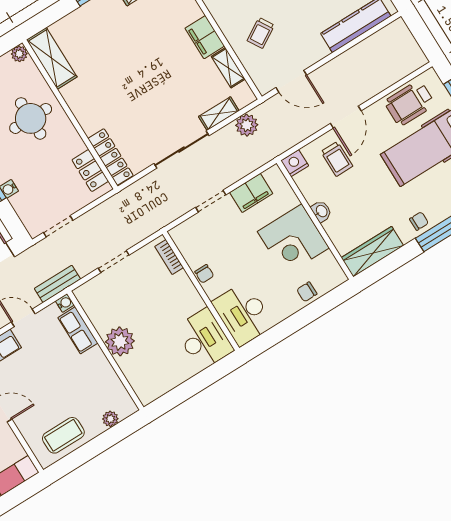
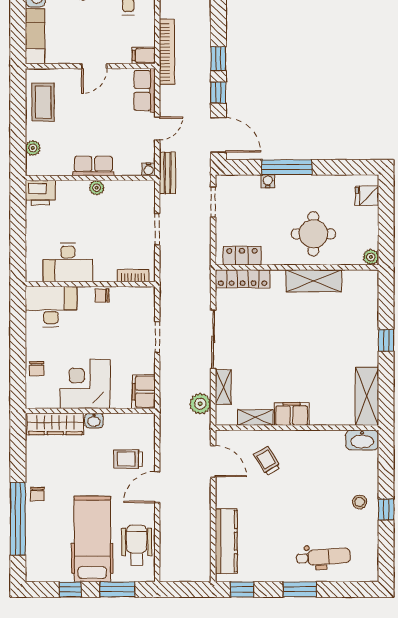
shelving: (52, 58) -> (314, 281), moved
door: (291, 81) -> (213, 461), swing flipped
door: (346, 117) -> (157, 487), hinge flipped
nightstand: (295, 163) -> (146, 423), removed
filing cabinet: (251, 193) -> (144, 392), moved
wardrobe: (372, 252) -> (55, 424), moved, turned 90
chair: (307, 292) -> (37, 369), turned 180
row of seats: (78, 330) -> (93, 166), moved
desk: (204, 339) -> (68, 263), moved
plant: (120, 341) -> (97, 188), width x0.53, depth x0.53
printer: (146, 387) -> (40, 193), added

